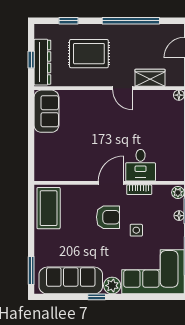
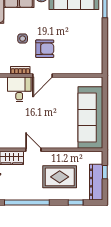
dresser: (42, 62) -> (96, 182), moved
sofa: (46, 111) -> (90, 118), width x1.85, depth x1.27
coffee table: (49, 208) -> (91, 56), removed
armchair: (108, 217) -> (45, 49), turned 180

